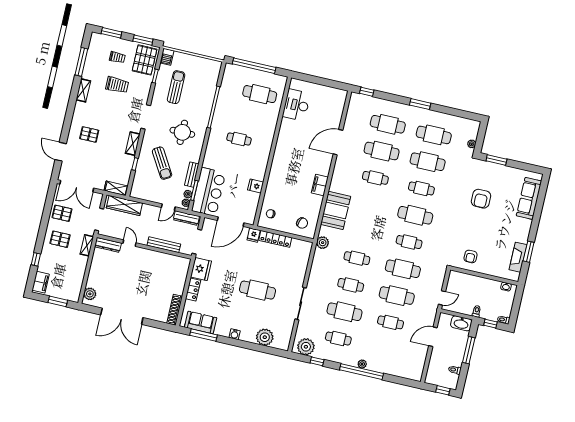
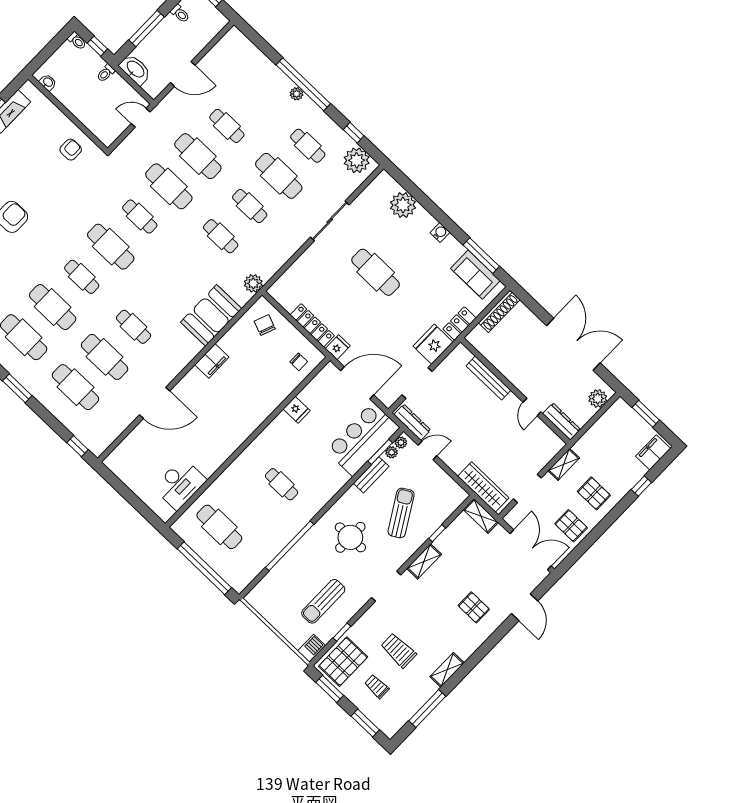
door: (129, 243) -> (532, 407), moved
dresser: (108, 245) -> (562, 422), moved
bench: (164, 245) -> (488, 378), moved
wall: (144, 247) -> (515, 391), moved

